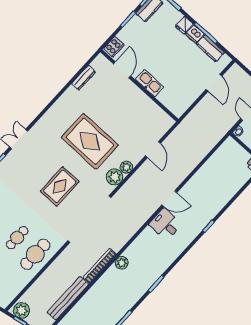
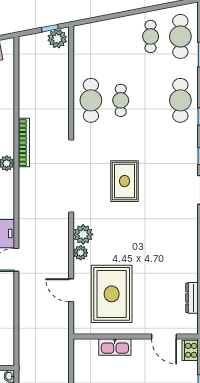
kitchen sink: (150, 83) -> (115, 347), moved
rug: (90, 141) -> (112, 294), moved, turned 90
bench: (68, 298) -> (26, 88), removed

